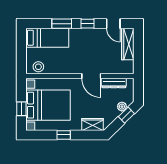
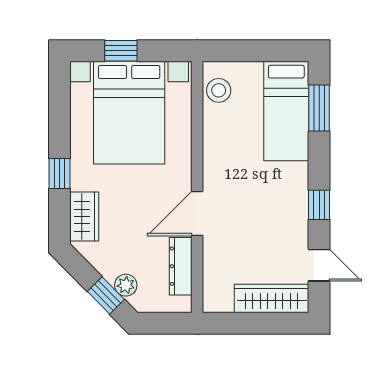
window: (62, 24) -> (319, 108), moved
door: (113, 24) -> (319, 265), swing flipped
window: (64, 135) -> (60, 173), moved

